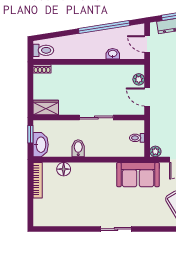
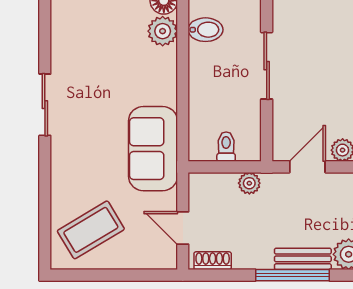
plant: (155, 151) -> (249, 183), moved
plant: (79, 170) -> (163, 31), added

